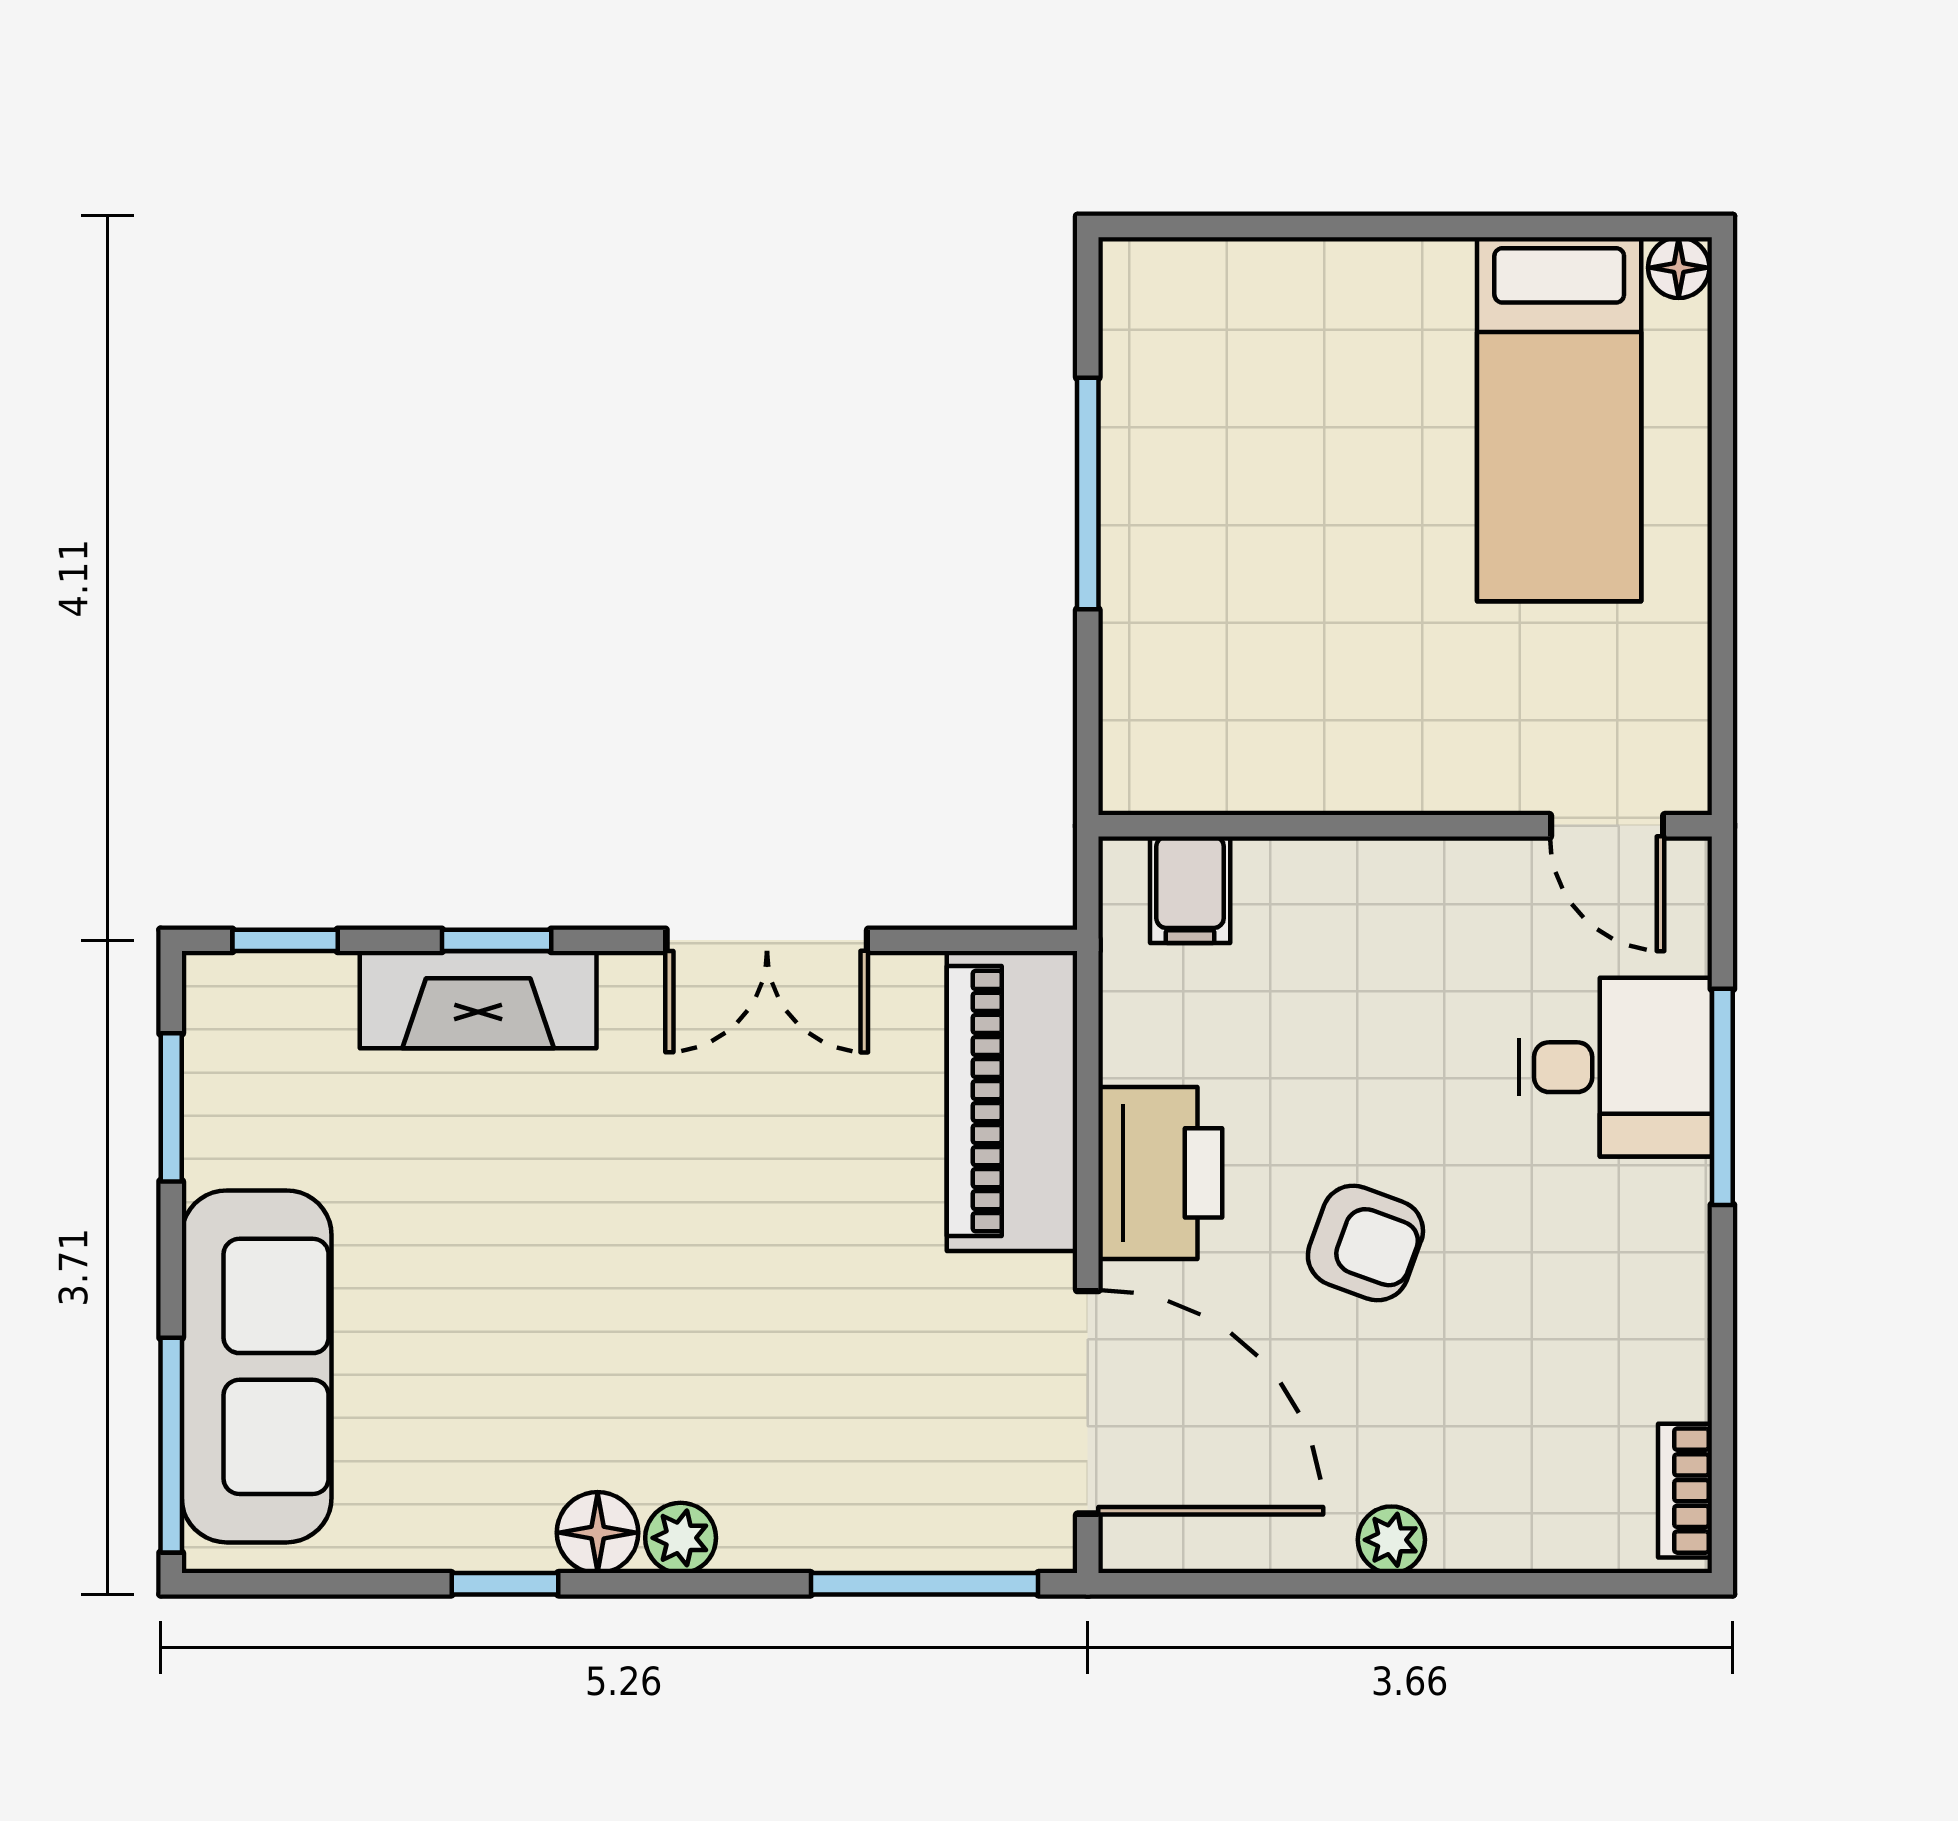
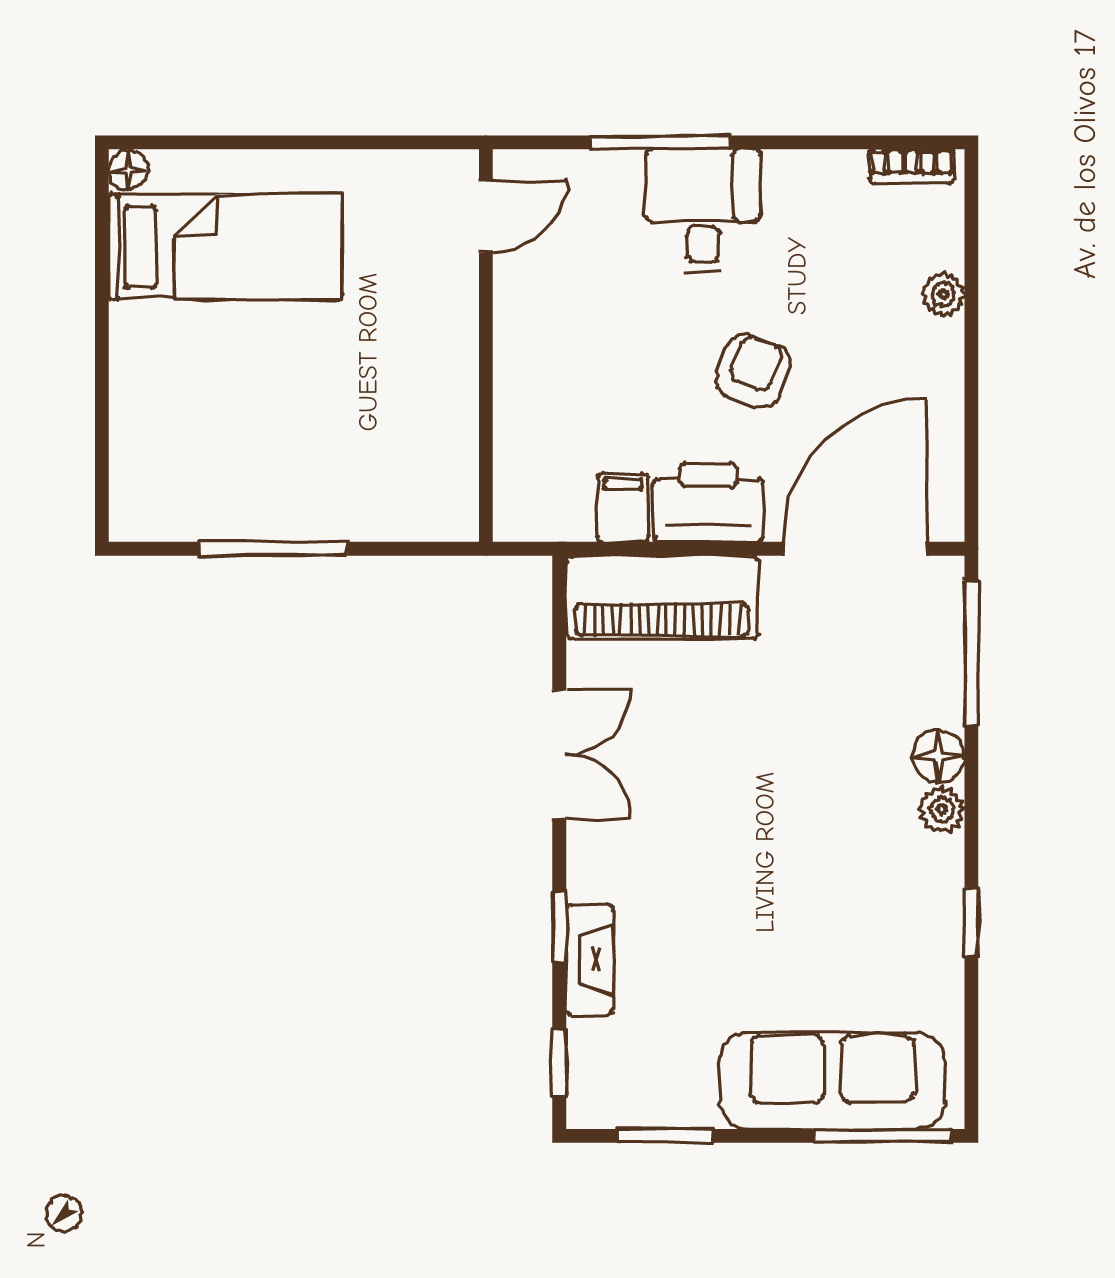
filing cabinet: (1190, 890) -> (623, 508), moved, turned -90
fireplace: (478, 1000) -> (590, 960), width x0.73, depth x0.76
desk: (1615, 1067) -> (703, 211), moved
floor lamp: (598, 1533) -> (939, 756), moved
plant: (1391, 1540) -> (943, 294), moved

